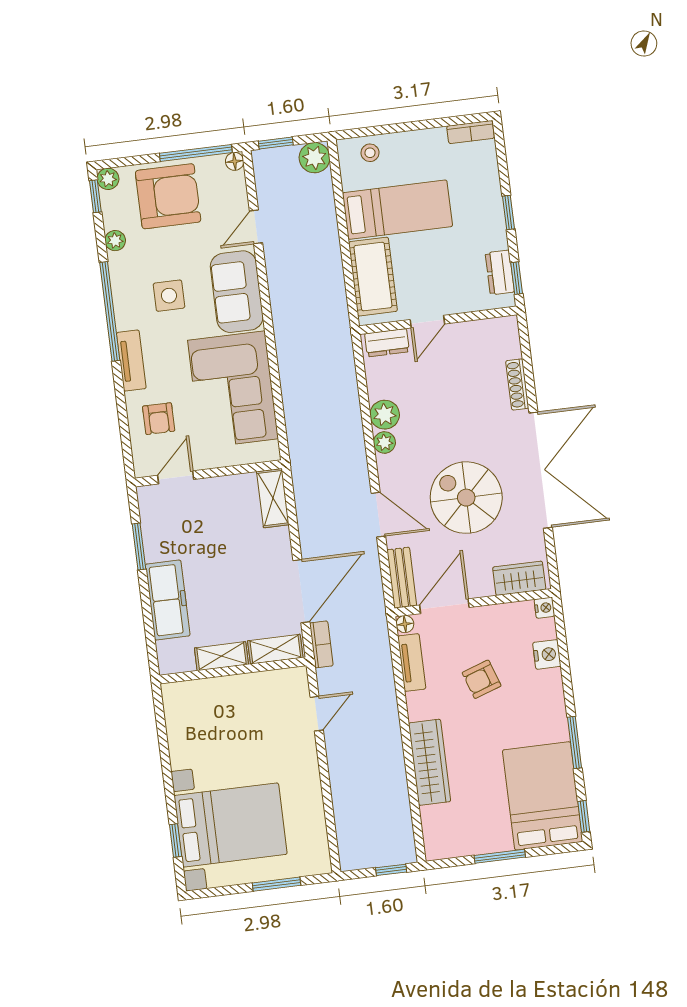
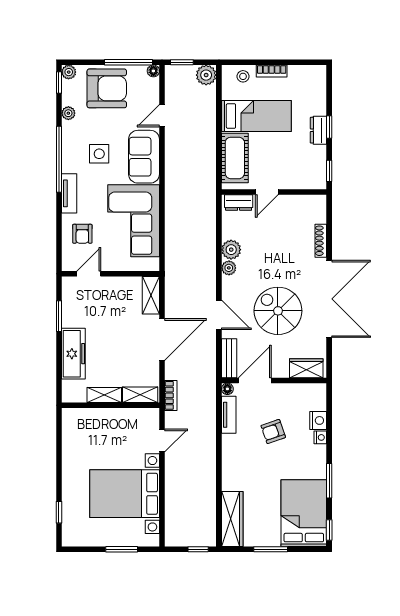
bookcase: (471, 132) -> (272, 71), moved
dresser: (500, 272) -> (318, 130), moved
door: (301, 591) -> (162, 340), moved
nightstand: (544, 608) -> (320, 437), moved
wardrobe: (430, 762) -> (232, 519), moved
bed with nightstands: (231, 825) -> (125, 494), moved, turned 180

